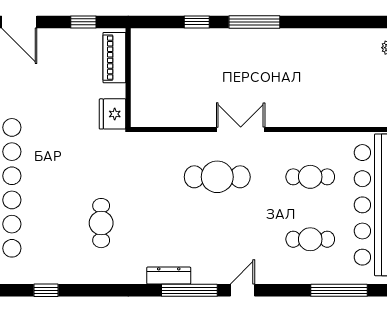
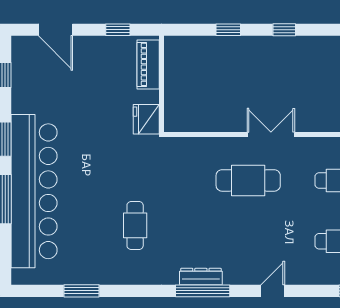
window: (254, 22) -> (284, 30), width x0.46
window: (46, 290) -> (81, 291), width x1.50
window: (189, 290) -> (203, 291), moved

